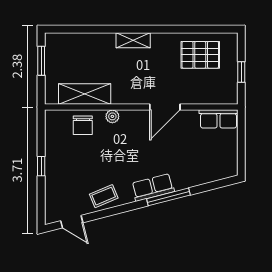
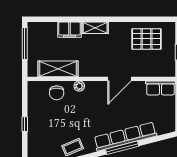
filing cabinet: (100, 43) -> (70, 30), added
window: (41, 61) -> (25, 44), width x1.44
row of seats: (153, 187) -> (125, 137), width x2.02

